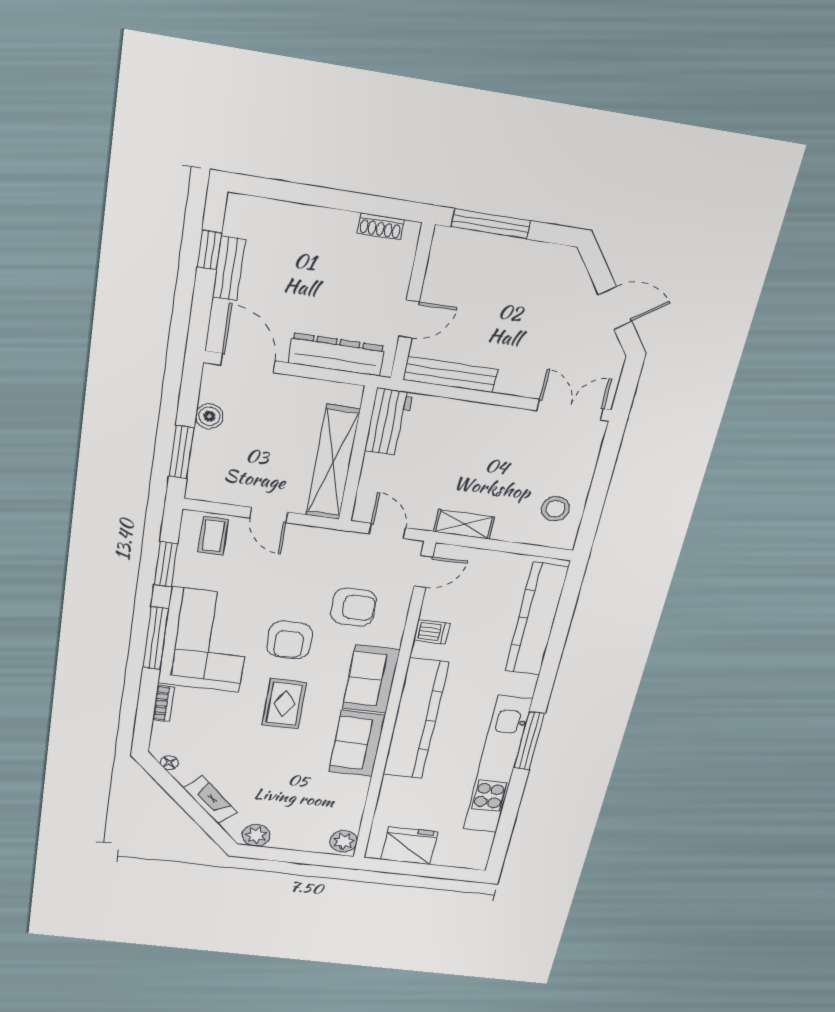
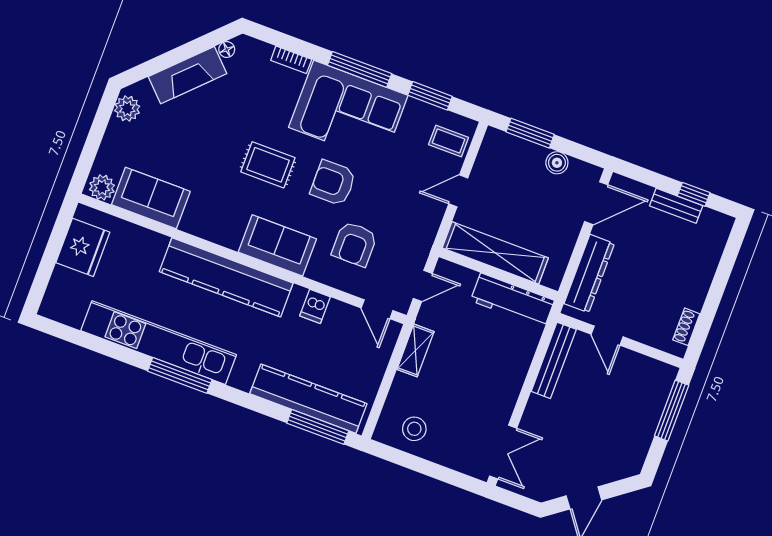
workbench: (389, 422) -> (512, 301), width x1.38
window: (567, 605) -> (318, 427), added
sofa: (357, 744) -> (151, 198), moved
fireplace: (210, 800) -> (188, 75), width x1.37, depth x1.32

